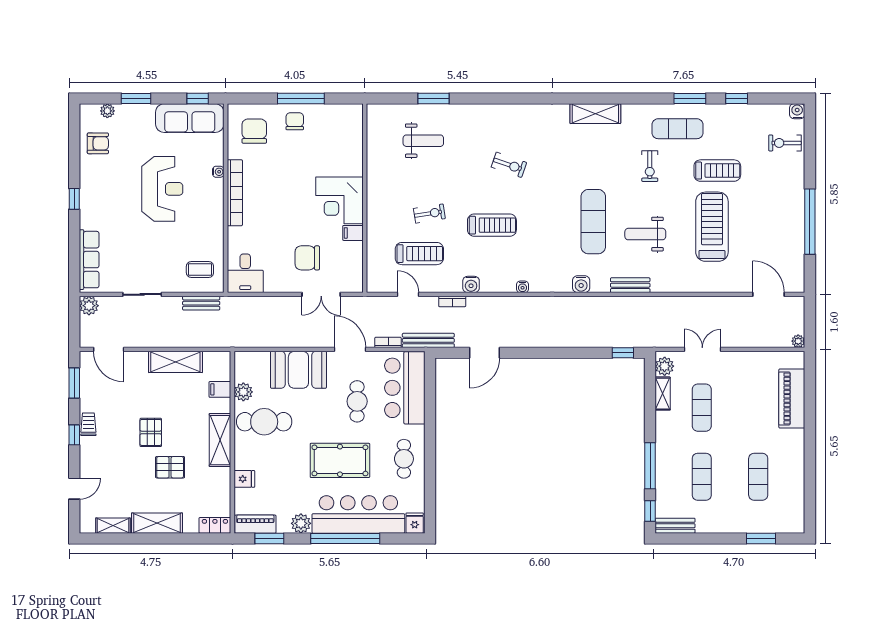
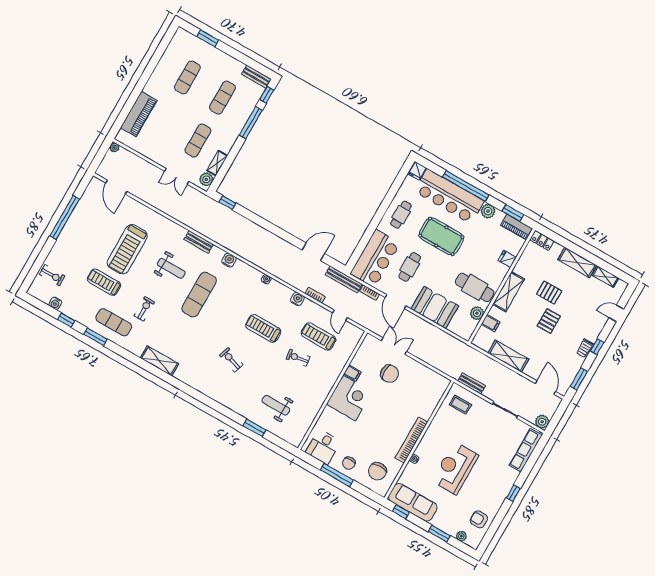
water cooler: (797, 111) -> (55, 303), moved
desk: (245, 273) -> (323, 447), moved, turned 180

